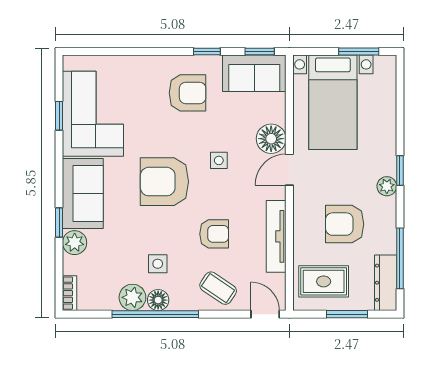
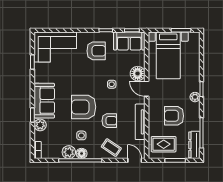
corner sofa: (93, 114) -> (55, 47), moved, turned 90
door: (289, 170) -> (147, 89), hinge flipped
armchair: (164, 182) -> (84, 107), moved

